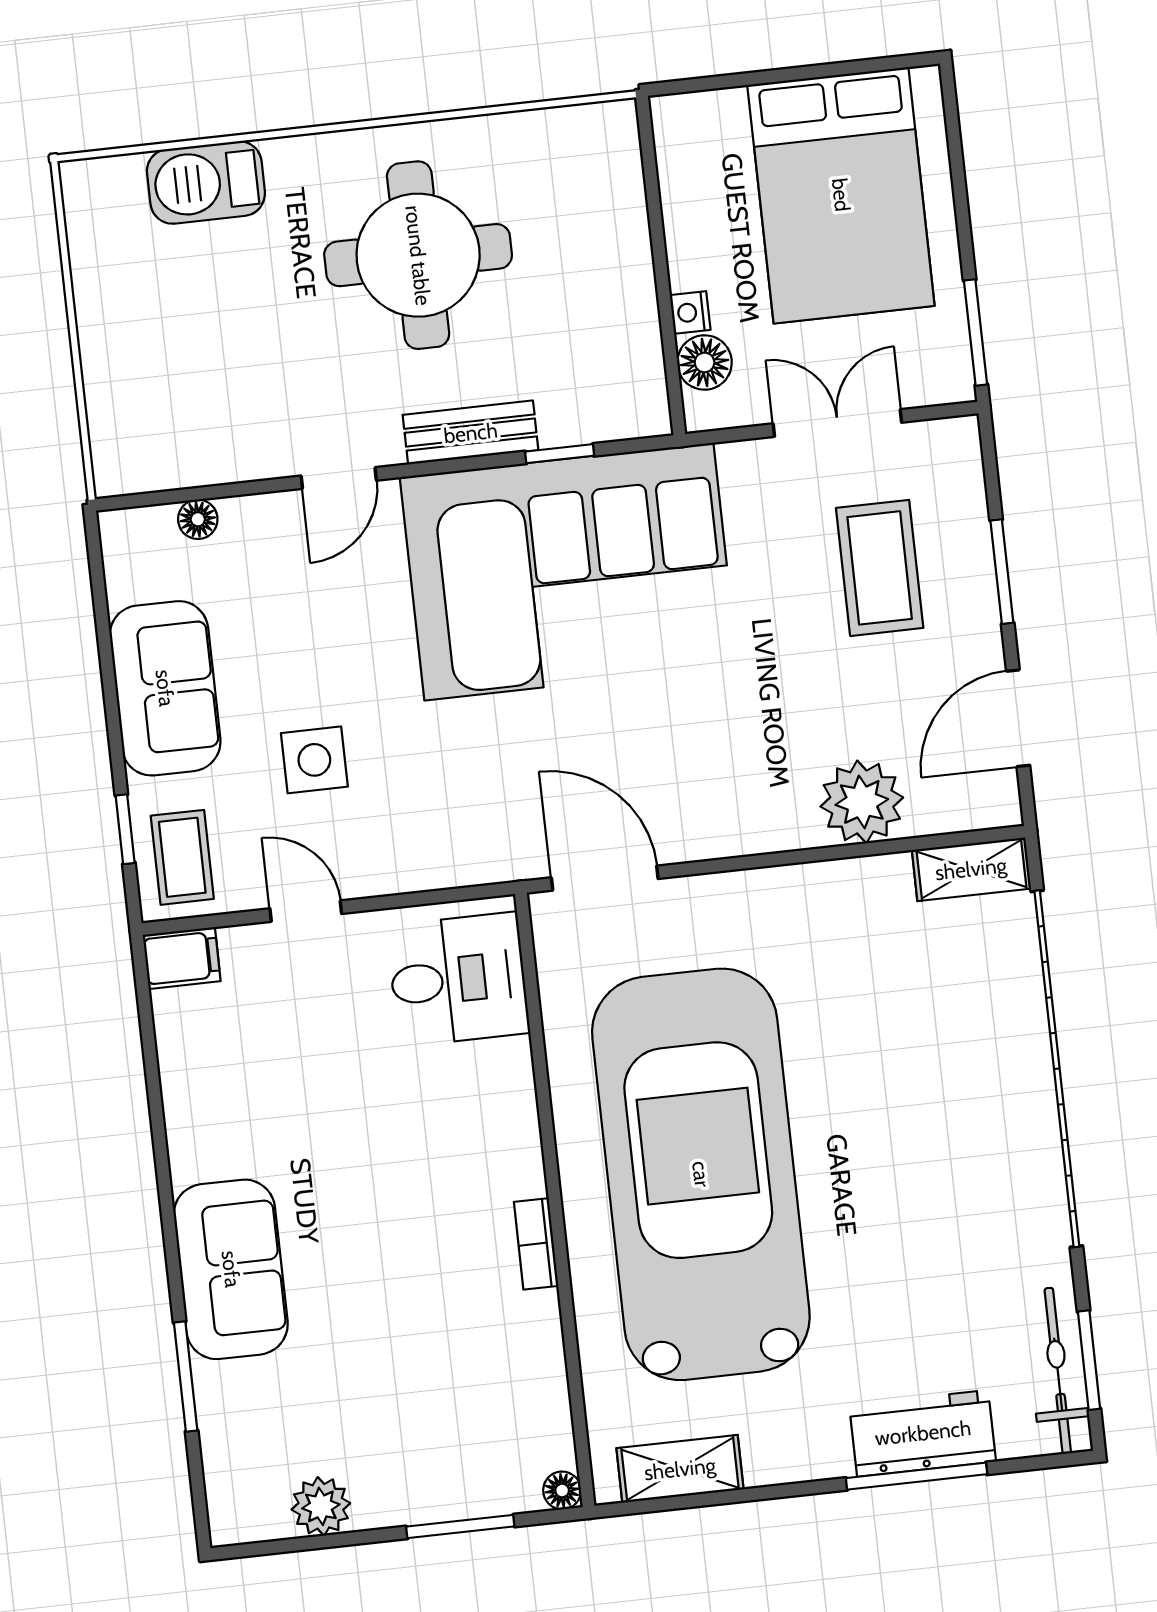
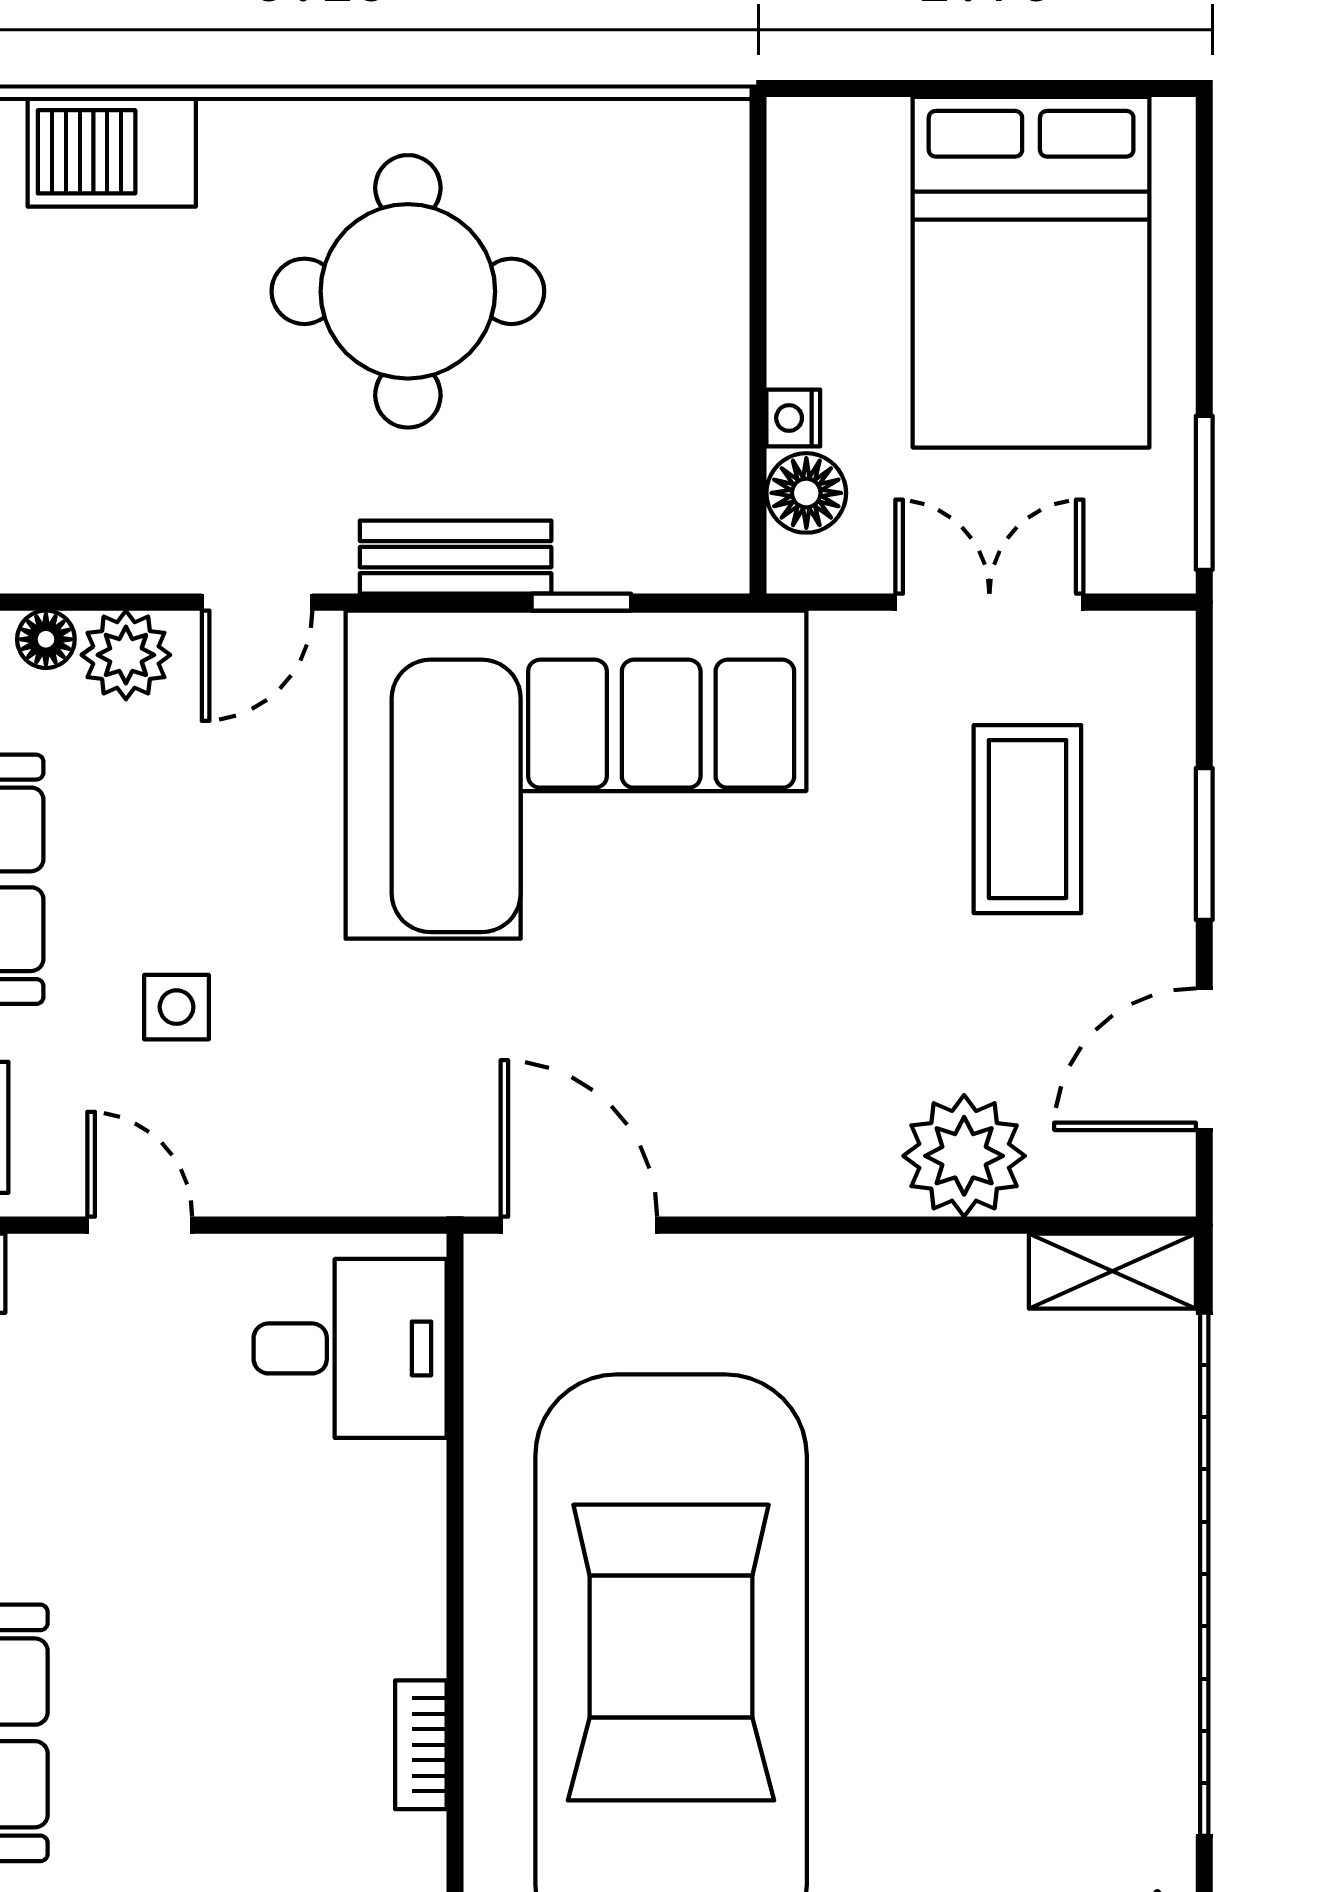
plant: (253, 524) -> (126, 655), added
side table: (314, 760) -> (177, 1007), width x0.73, depth x0.73

